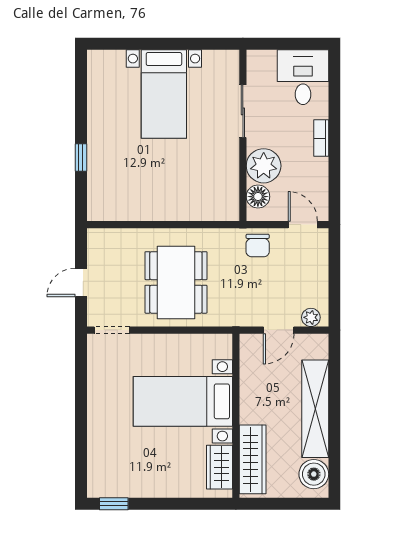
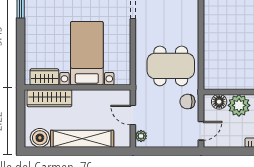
dining table: (176, 282) -> (171, 66), moved

